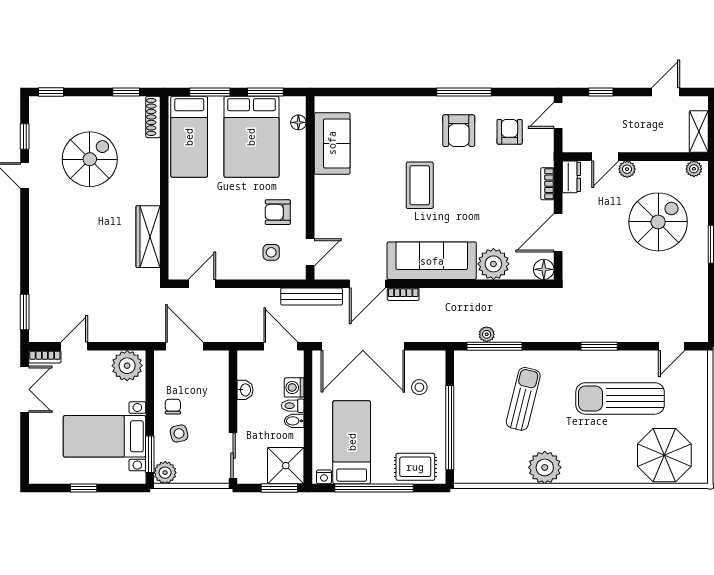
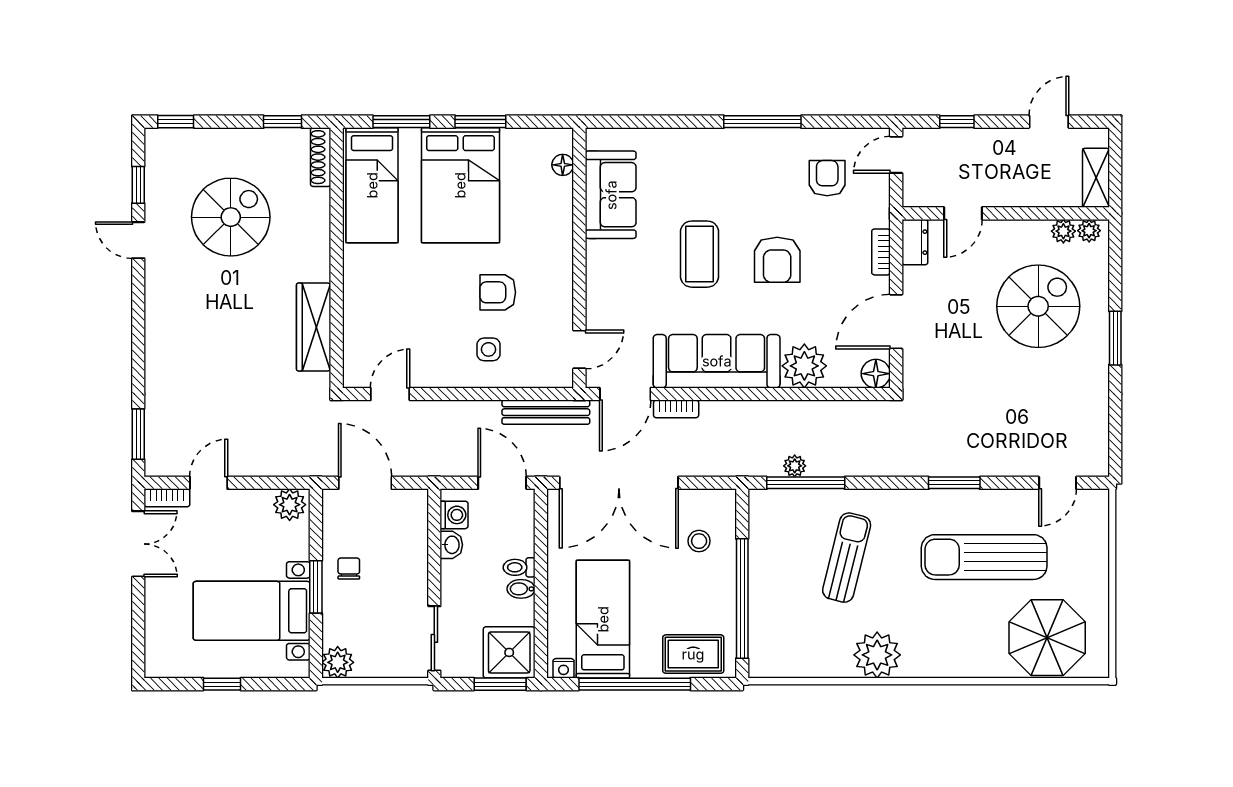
floor lamp: (298, 122) -> (563, 165), moved
armchair: (459, 131) -> (777, 260), moved
sofa: (332, 143) -> (611, 195), moved
plant: (627, 169) -> (1063, 231), moved
wall: (310, 188) -> (579, 258), moved
door: (310, 252) -> (579, 349), moved
plant: (127, 366) -> (290, 505), width x0.73, depth x0.73
washing machine: (294, 387) -> (454, 515), moved, turned 180
side table: (179, 434) -> (358, 607), removed
window: (150, 454) -> (316, 587), moved

